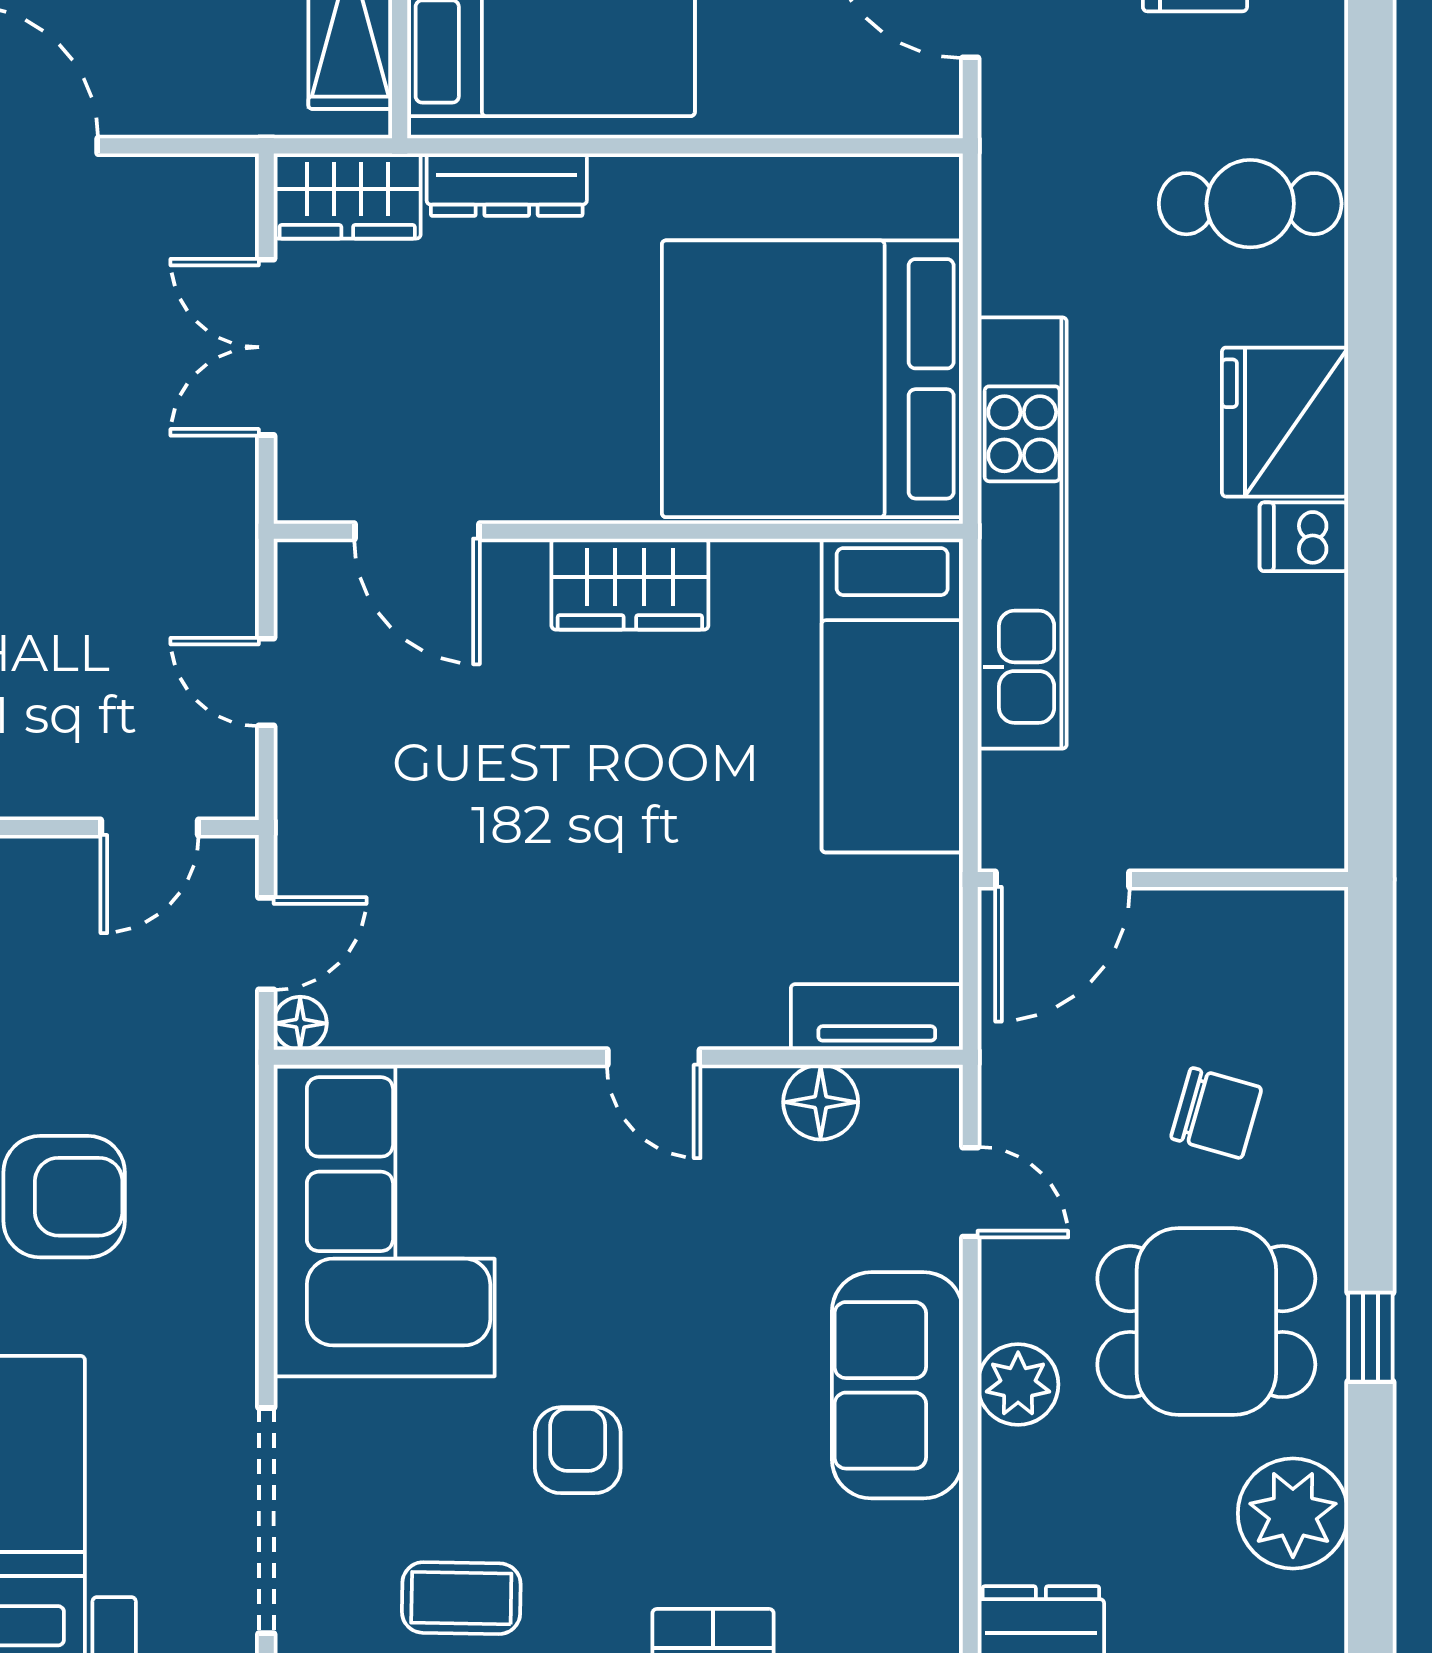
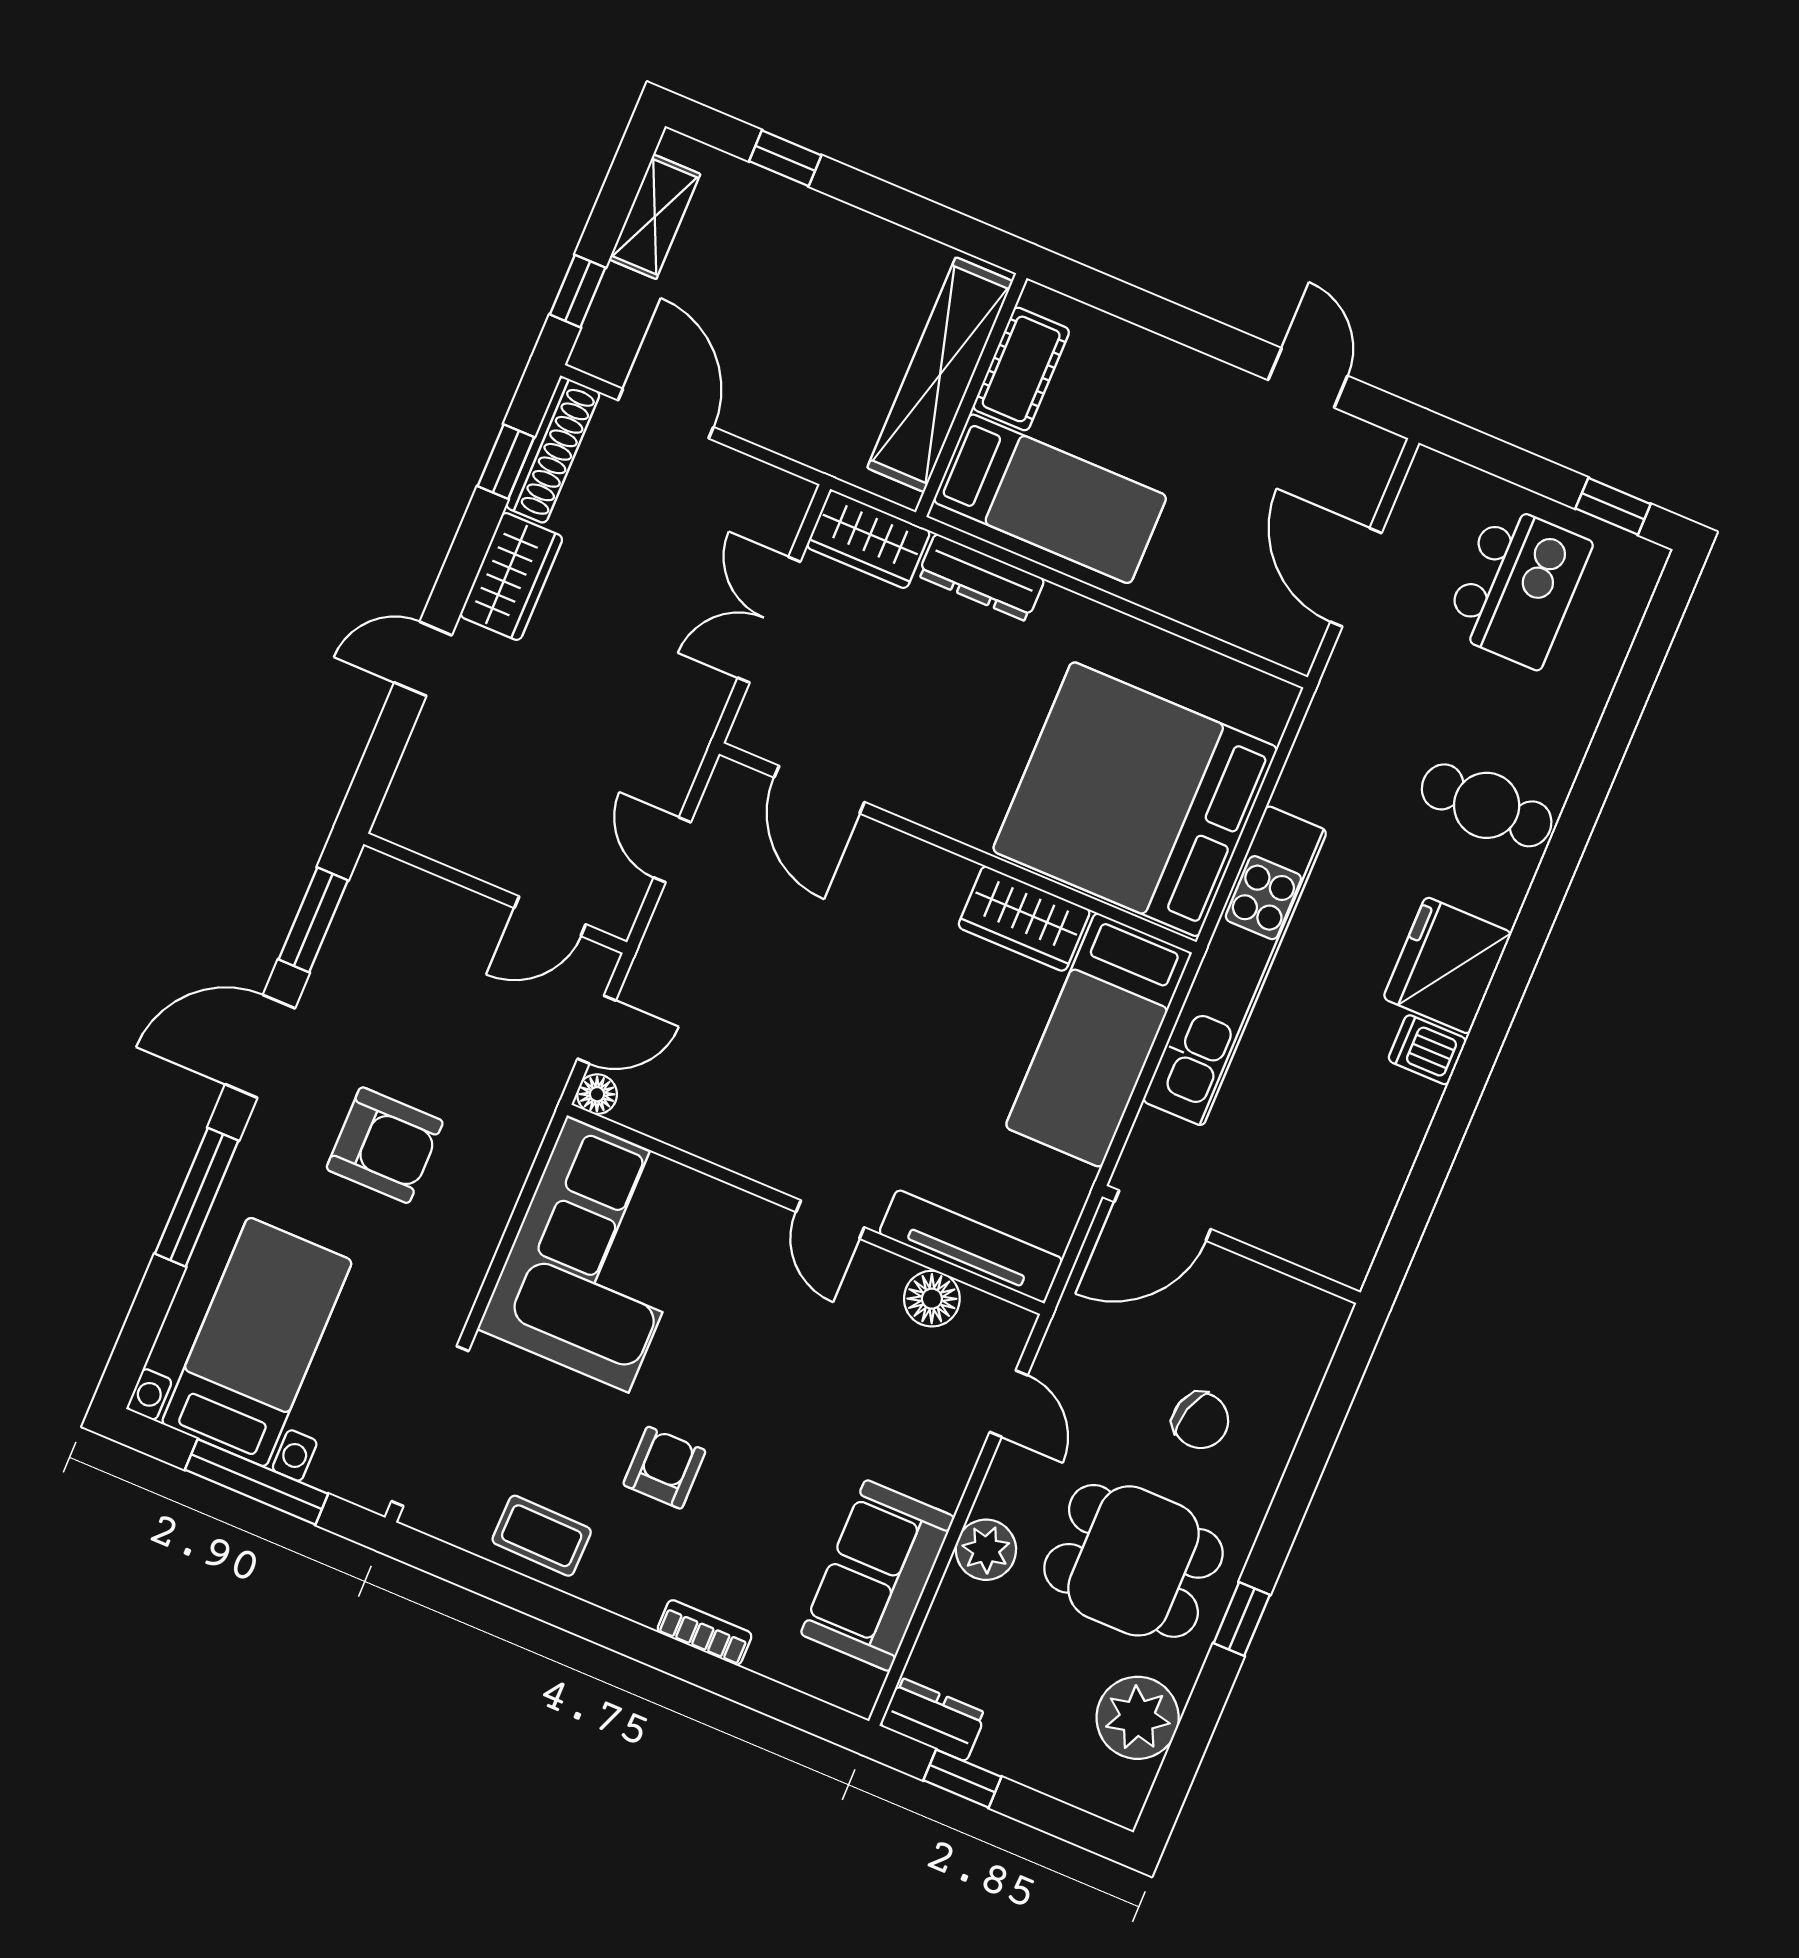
wardrobe: (630, 584) -> (1024, 919), moved
tv unit: (877, 1017) -> (971, 1246), width x1.41
sofa: (897, 1385) -> (878, 1575), moved

